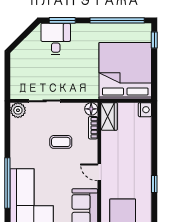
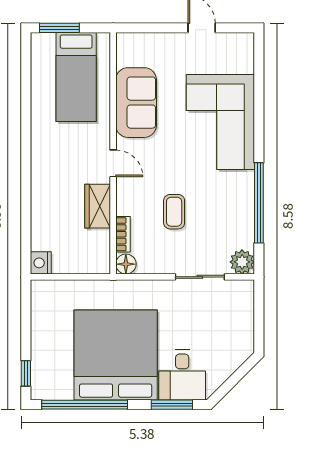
bed: (125, 71) -> (116, 355), moved, turned 180
wardrobe: (109, 116) -> (98, 206), moved
coffee table: (61, 142) -> (174, 212), turned 90
window: (7, 183) -> (259, 203), moved
window: (154, 184) -> (26, 145), removed

